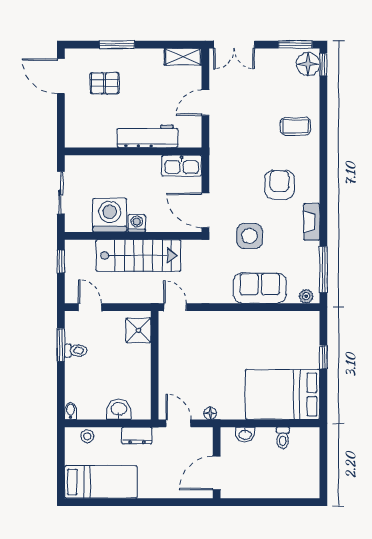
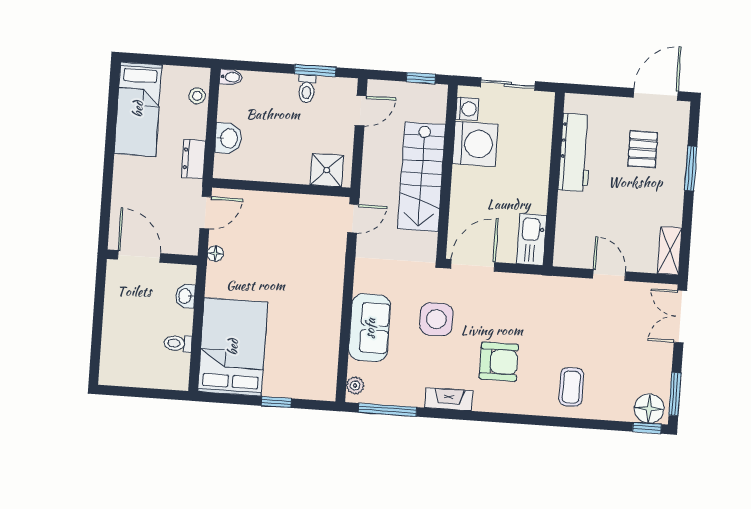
workbench: (147, 136) -> (575, 152), moved
washing machine: (137, 223) -> (467, 109), moved

